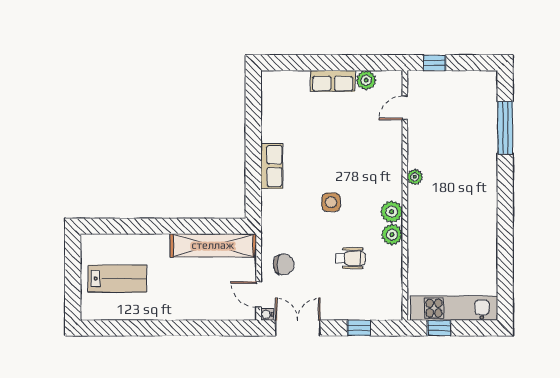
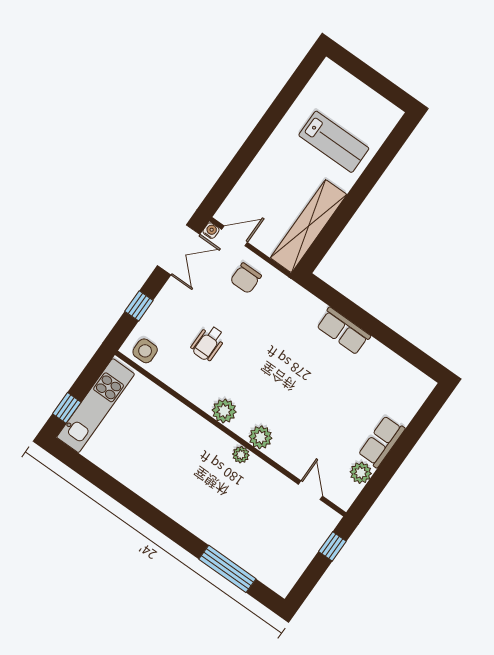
side table: (331, 202) -> (145, 351), moved
plant: (392, 235) -> (261, 437), moved
lab bench: (117, 279) -> (334, 142), moved, turned -90
window: (439, 328) -> (67, 408), moved

